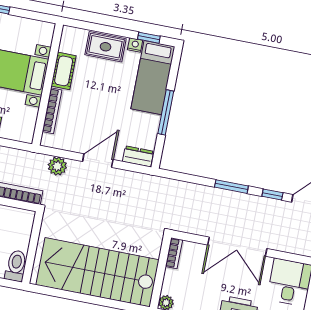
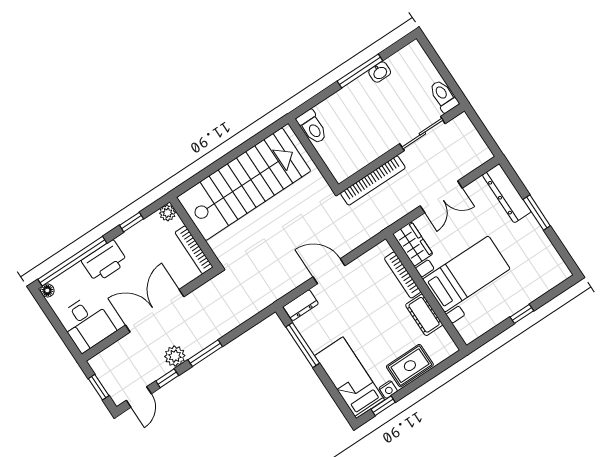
window: (166, 112) -> (303, 345), moved
wardrobe: (26, 124) -> (413, 244), added
door: (98, 161) -> (329, 271), swing flipped
plant: (57, 166) -> (175, 356), moved
bookcase: (174, 253) -> (194, 250), width x1.56

